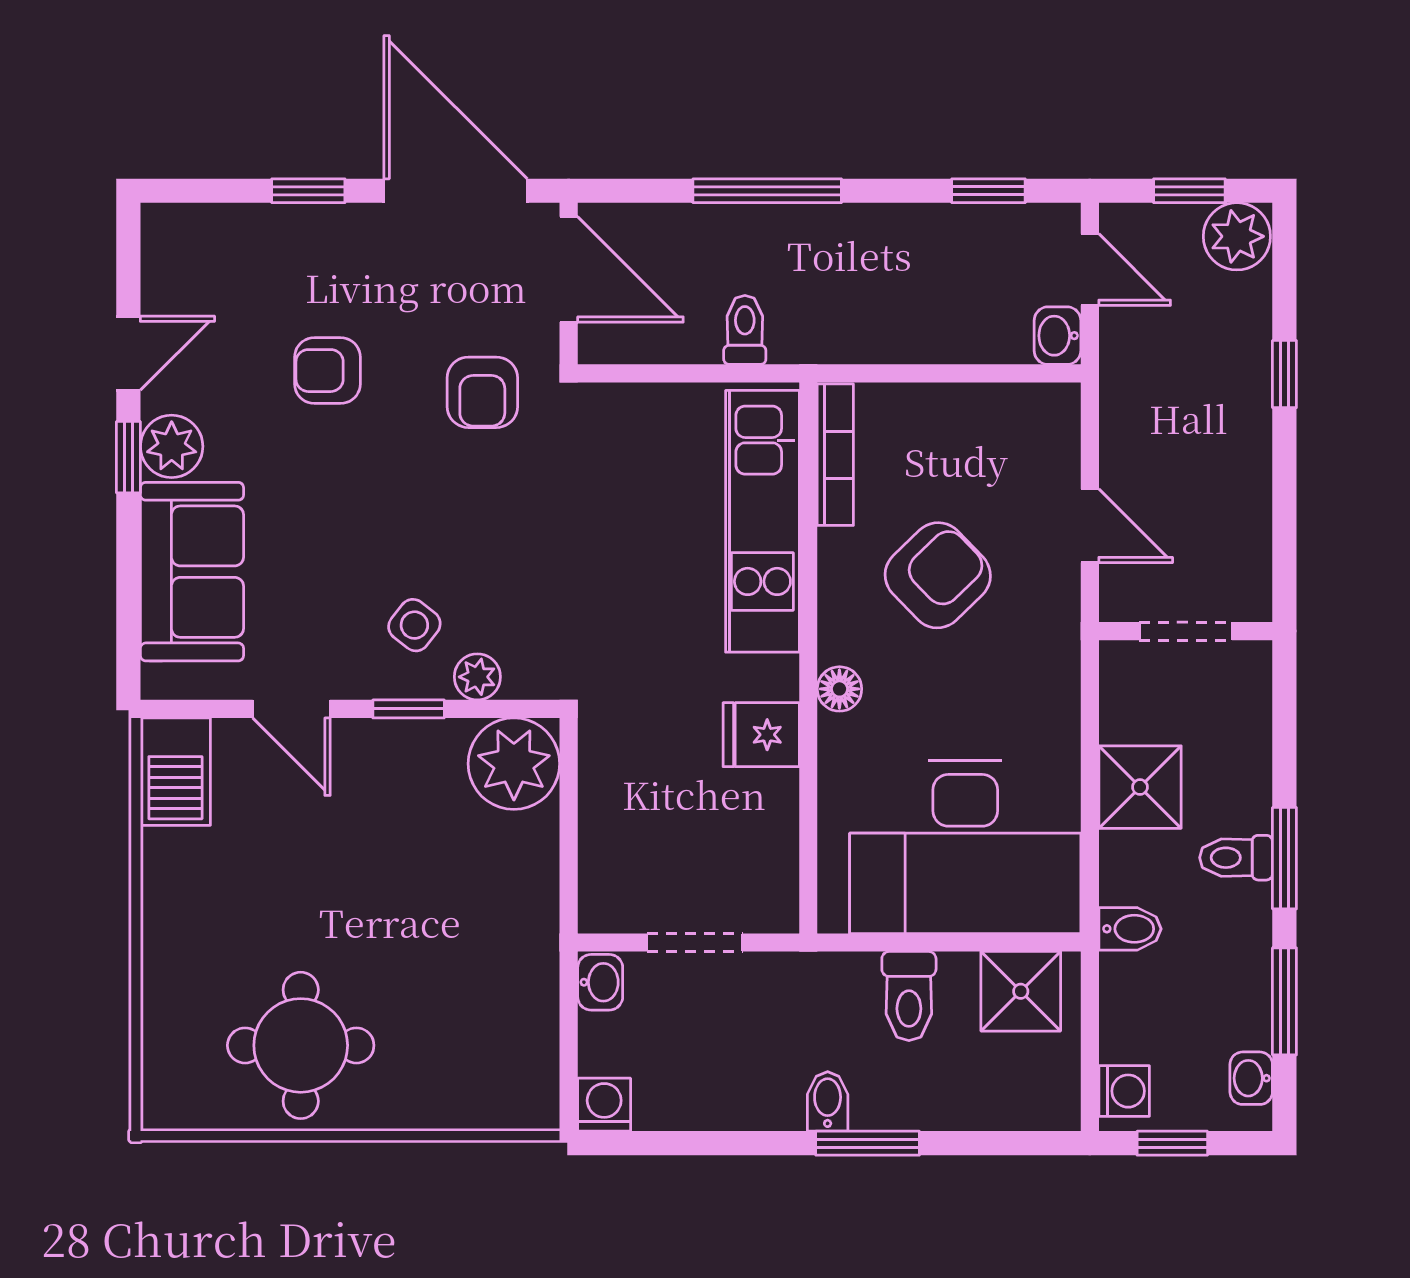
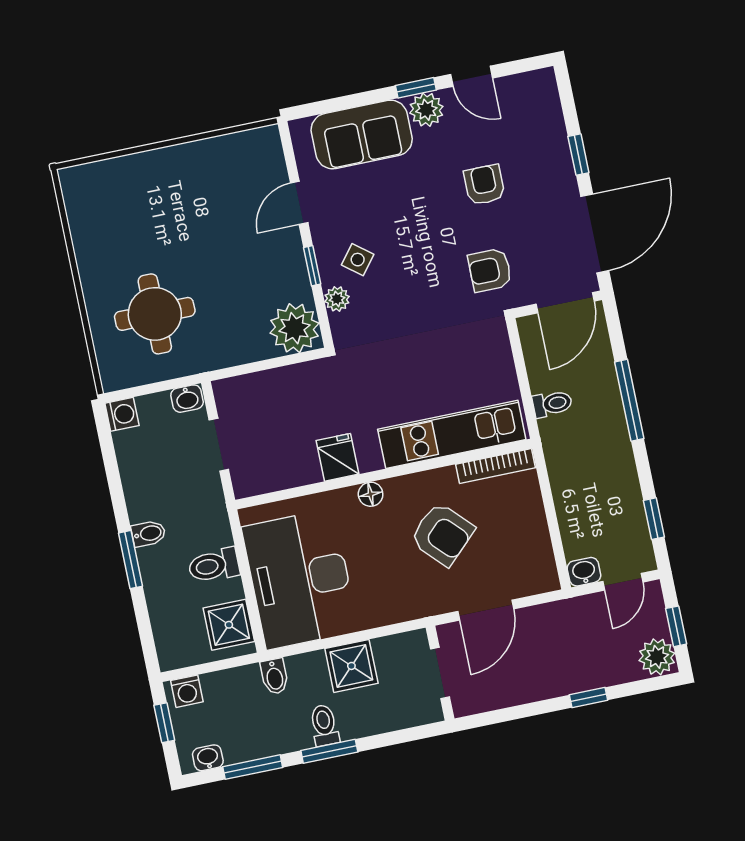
door: (1090, 526) -> (486, 610), width x1.38
barbecue: (175, 772) -> (253, 148), removed
round table: (301, 1045) -> (155, 314), moved

